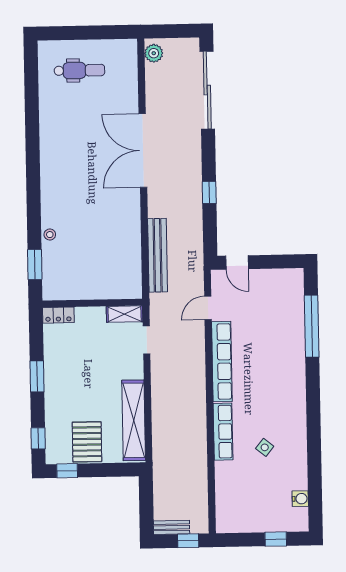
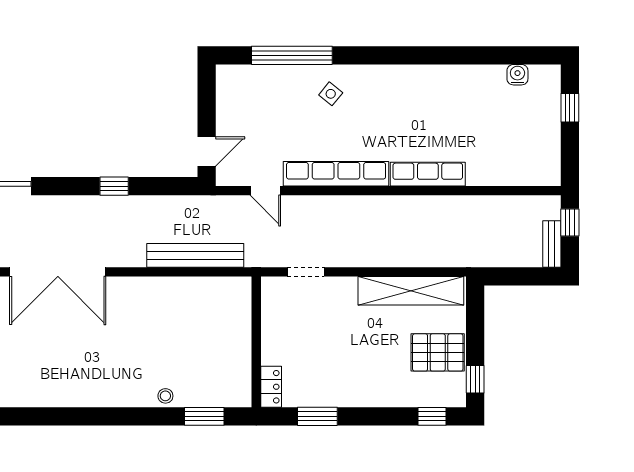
shelving: (125, 314) -> (271, 300), removed
window: (37, 376) -> (317, 416), moved
side table: (265, 447) -> (331, 94), moved

